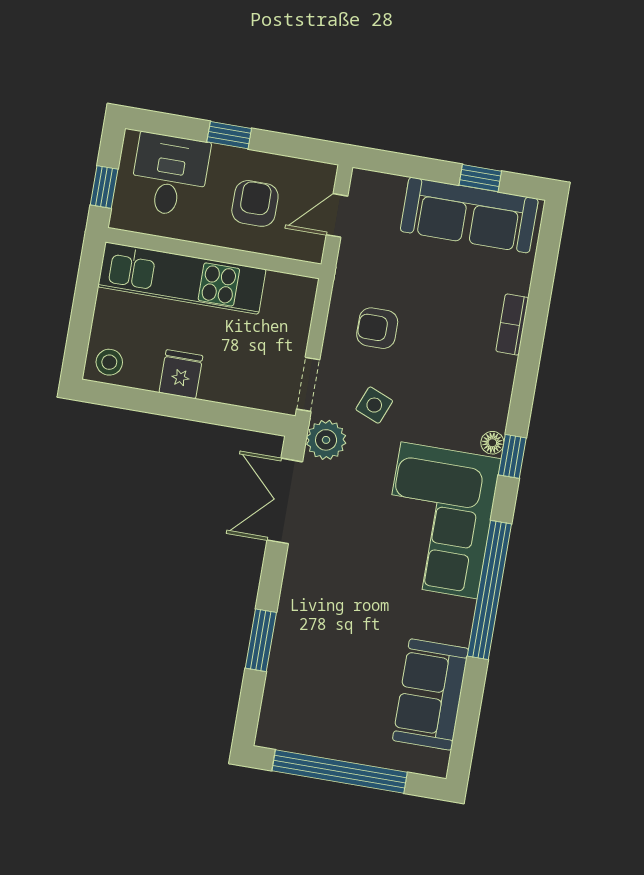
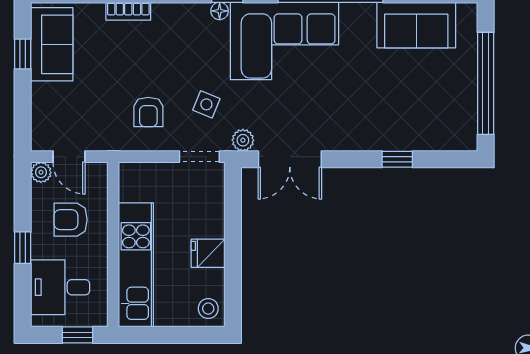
plant: (323, 176) -> (41, 172), added
sofa: (469, 215) -> (52, 44), width x0.73
plant: (326, 440) -> (243, 140), width x0.73, depth x0.73
window: (261, 640) -> (397, 159), width x0.67

